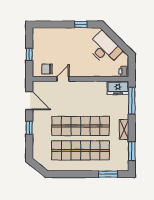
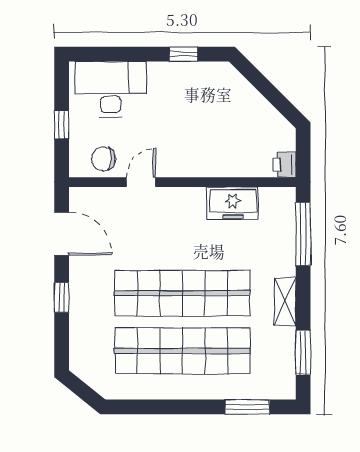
desk: (104, 48) -> (111, 89), moved, turned -45
freezer: (118, 88) -> (233, 203), moved

